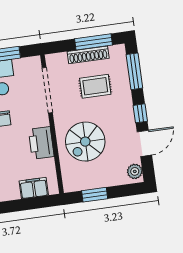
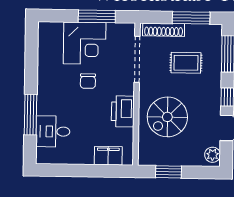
shoe rack: (88, 55) -> (164, 30), moved

